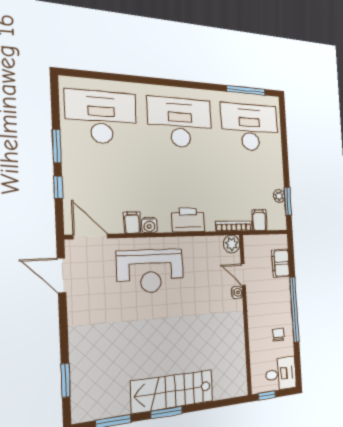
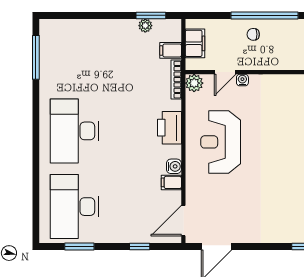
desk: (250, 127) -> (74, 55), removed
window: (57, 146) -> (79, 246), moved
filing cabinet: (281, 263) -> (195, 43), moved, turned -90
reception desk: (150, 271) -> (221, 142), moved, turned 180
chair: (278, 335) -> (253, 34), moved

